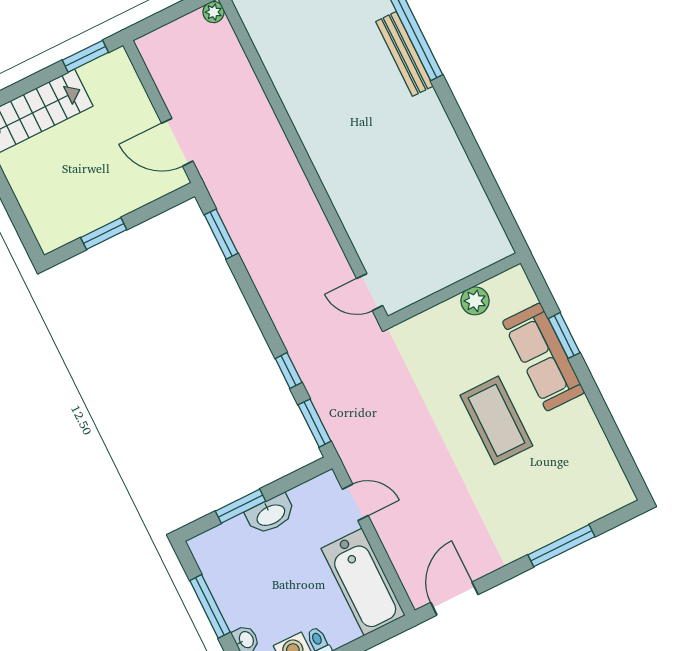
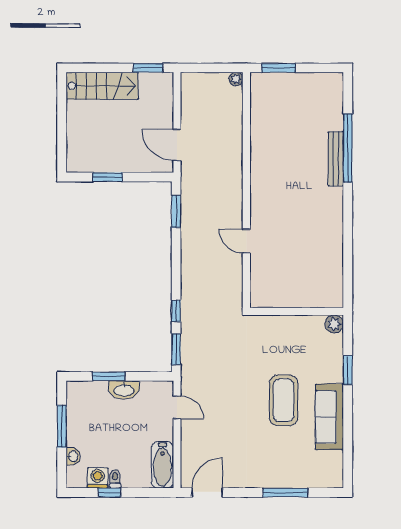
door: (370, 292) -> (246, 241), moved
plant: (475, 301) -> (334, 324), moved
sofa: (543, 357) -> (329, 417), moved
bathtub: (363, 582) -> (163, 465), width x0.73, depth x0.73

